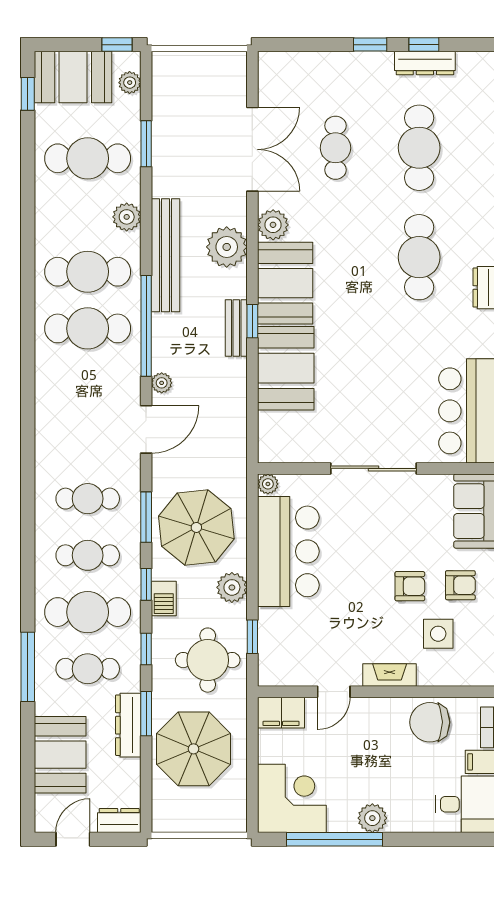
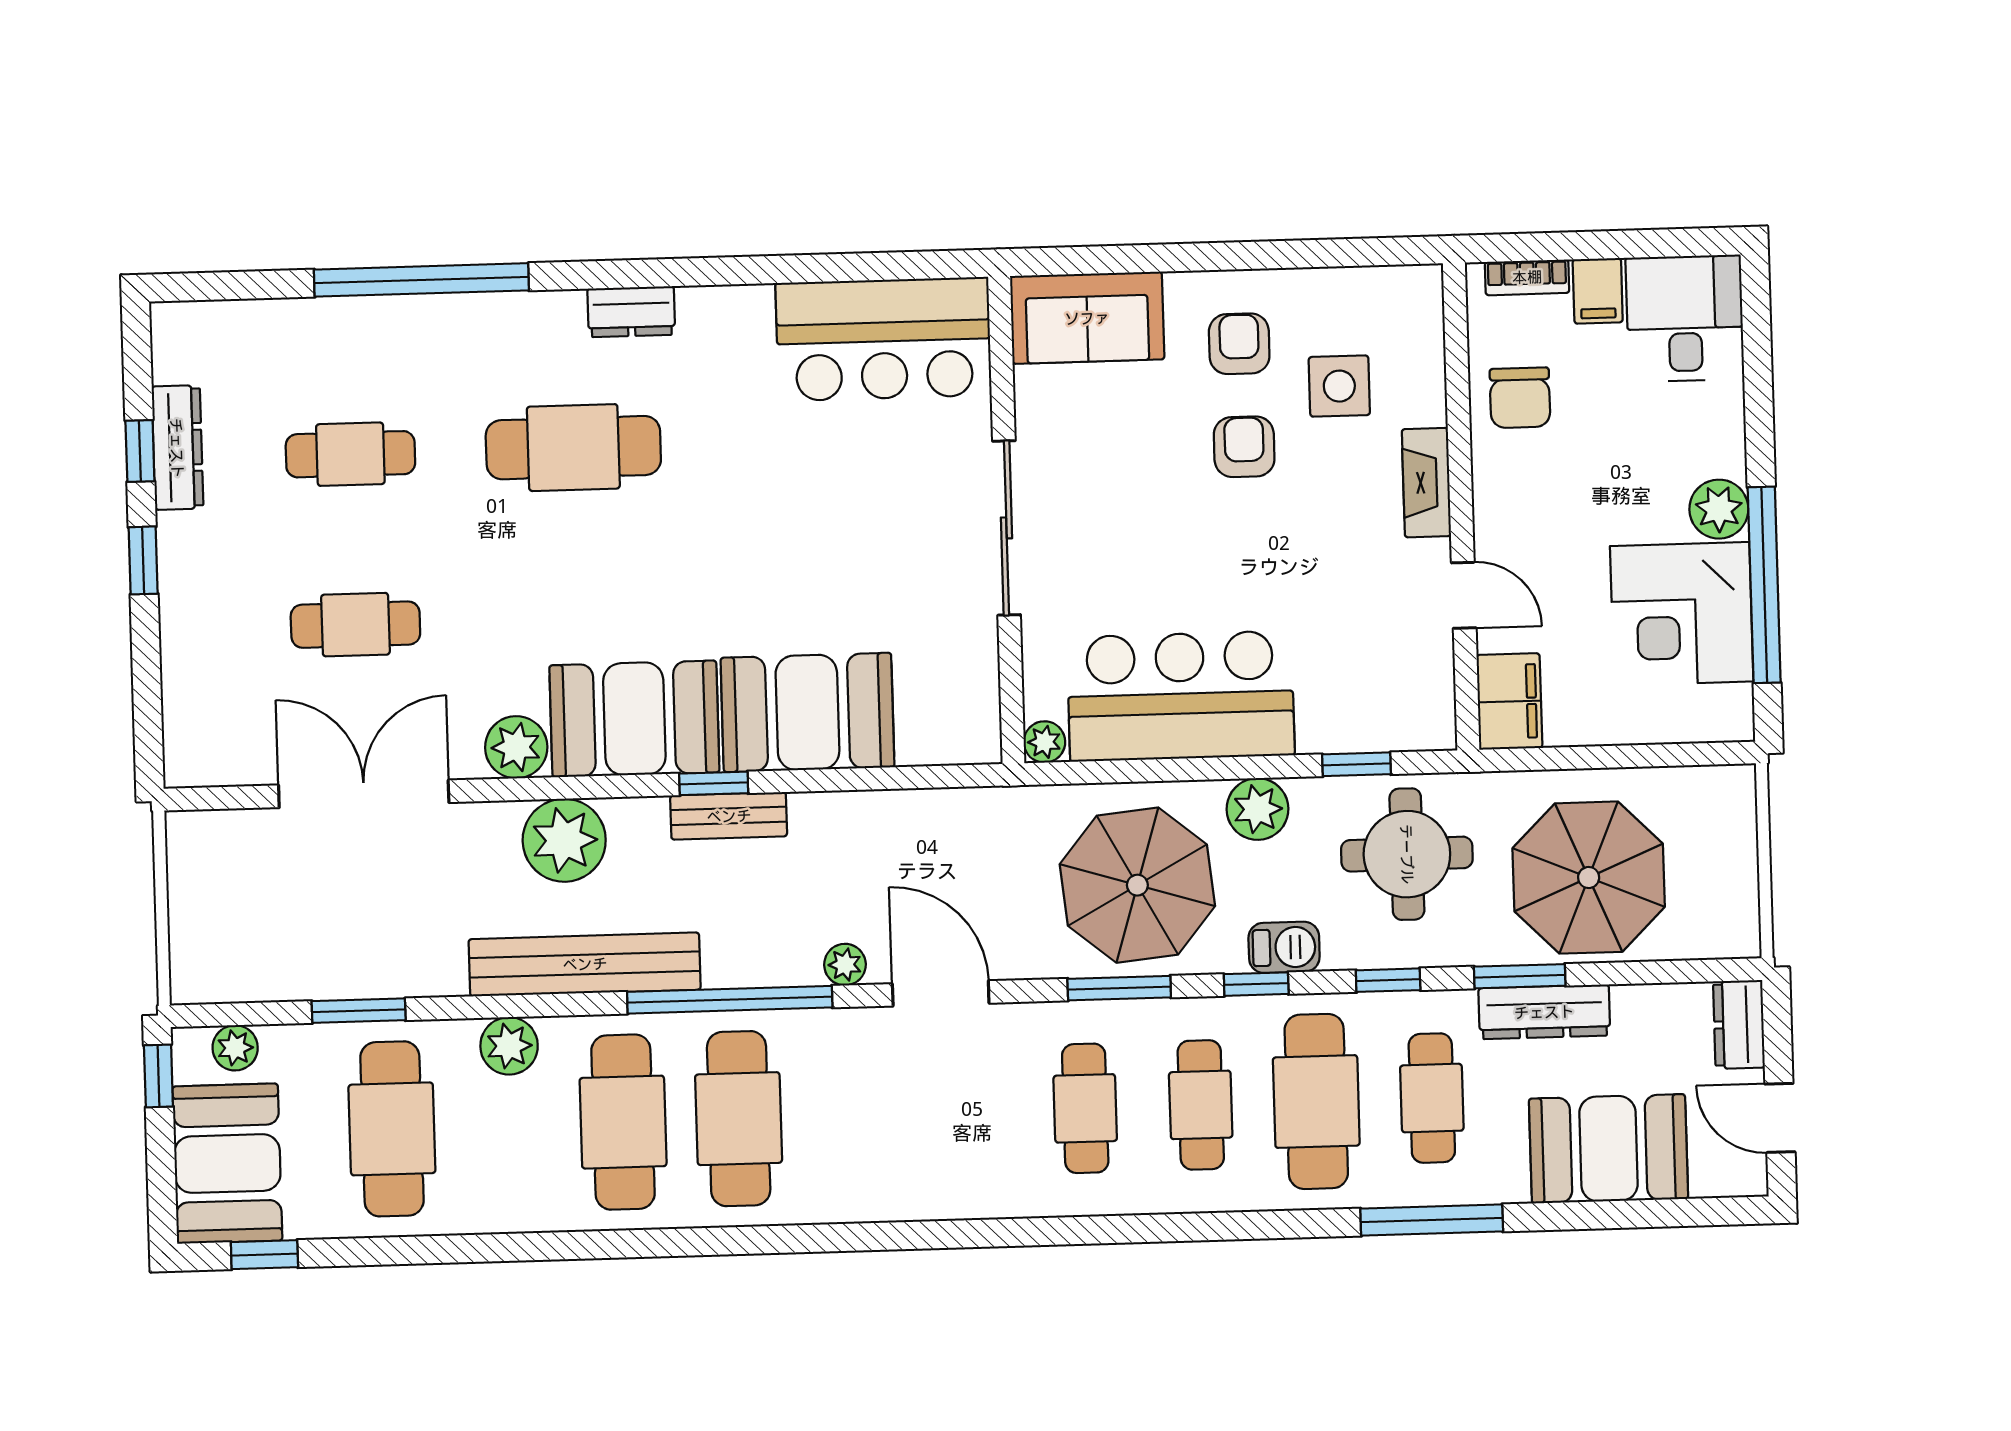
cafe table: (419, 148) -> (350, 454), width x0.73, depth x0.74
chair: (430, 722) -> (1520, 398), width x0.73, depth x0.73
corner desk: (292, 798) -> (1682, 614), moved, turned -90

